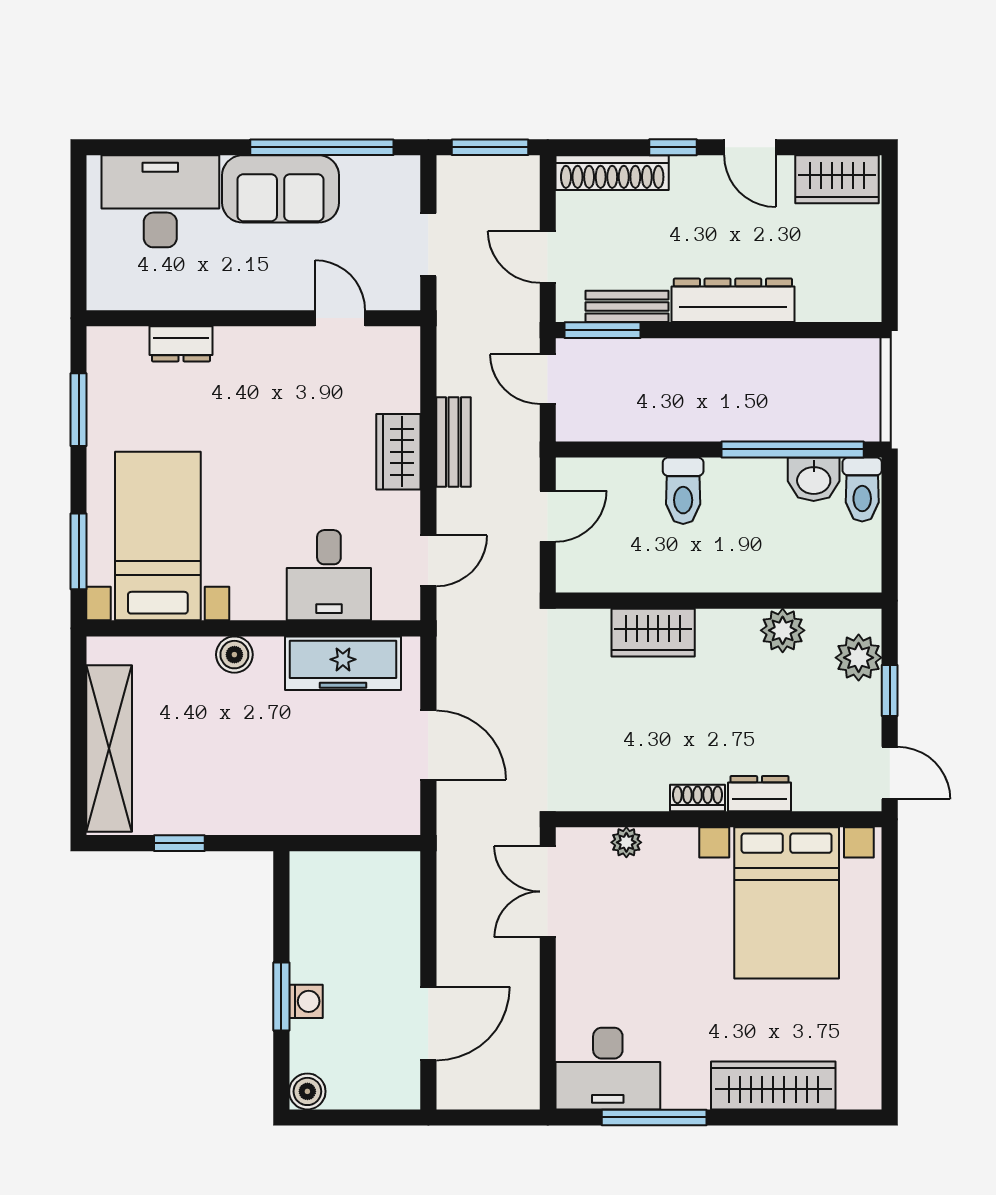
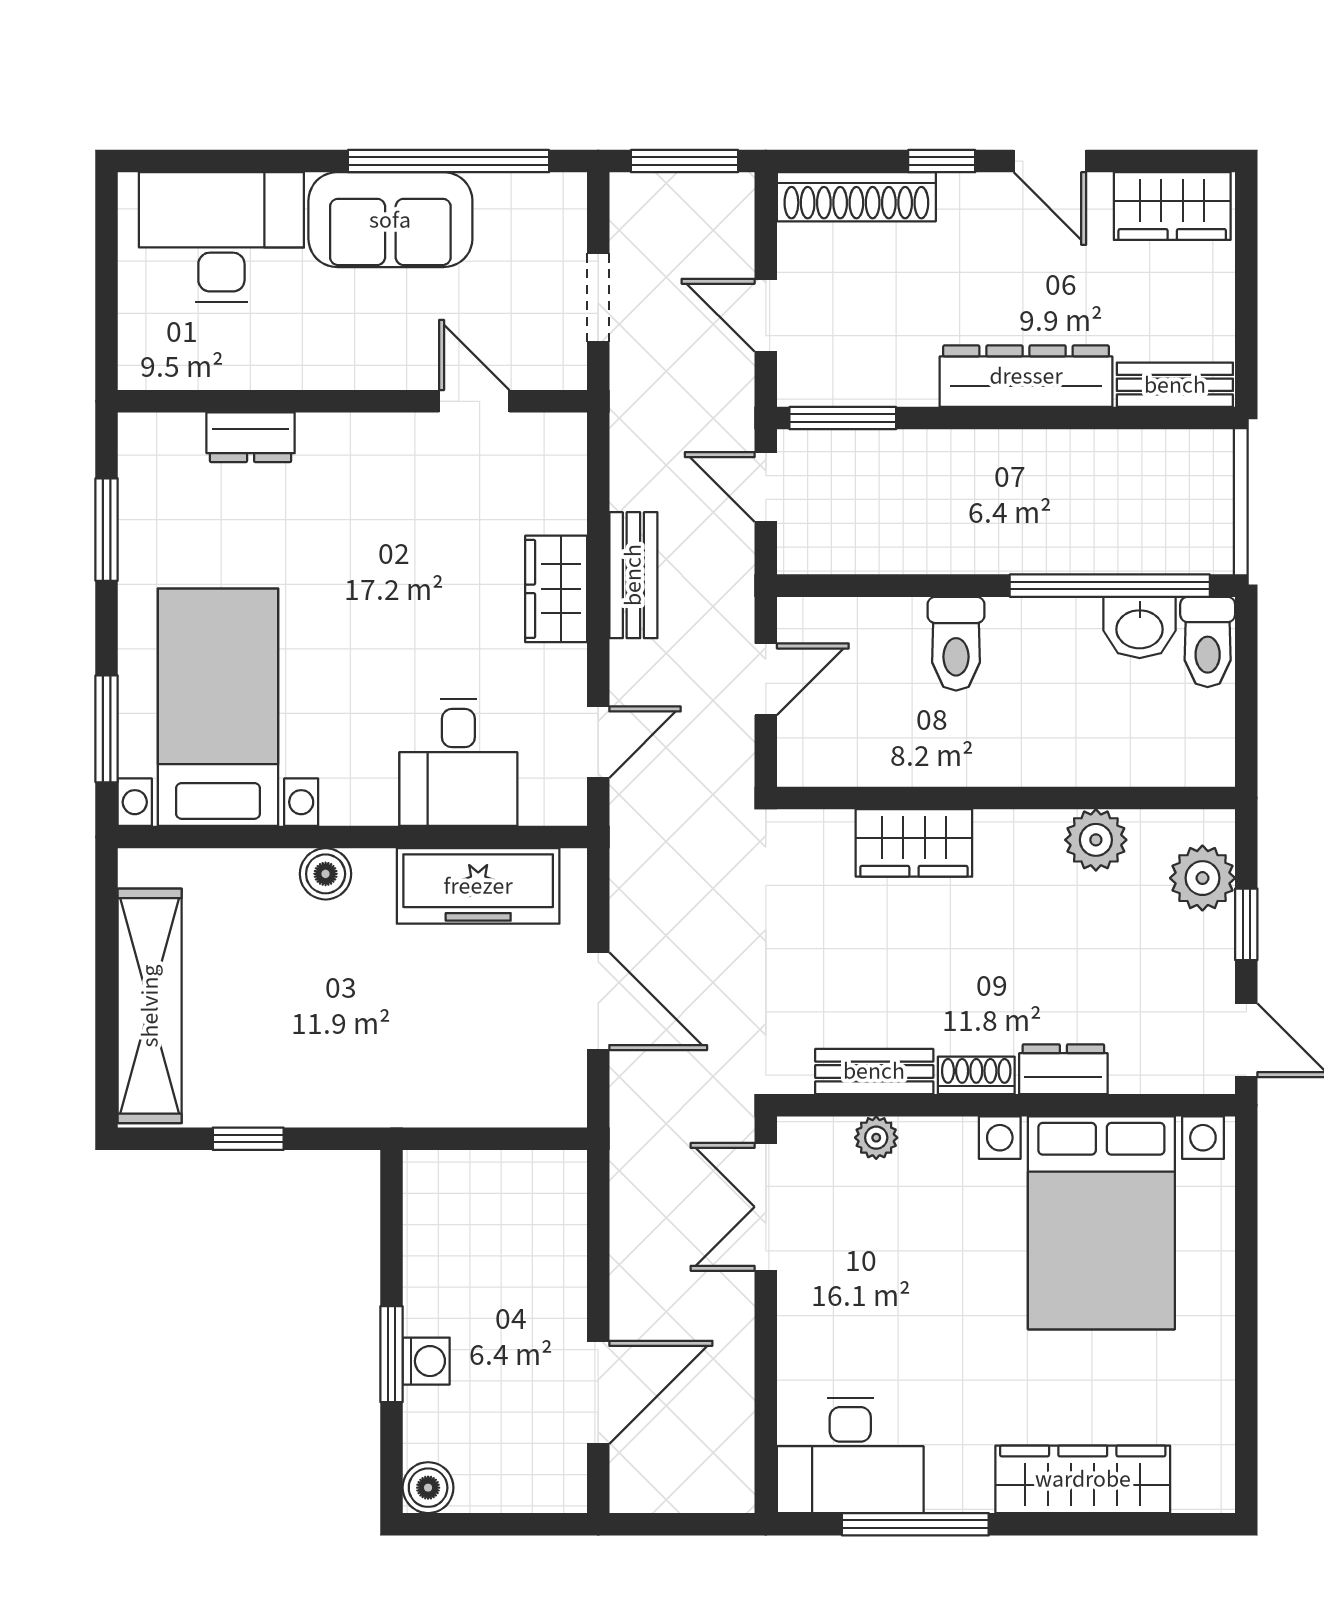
bench: (627, 306) -> (1175, 385), moved
bench: (625, 795) -> (874, 1071), added

